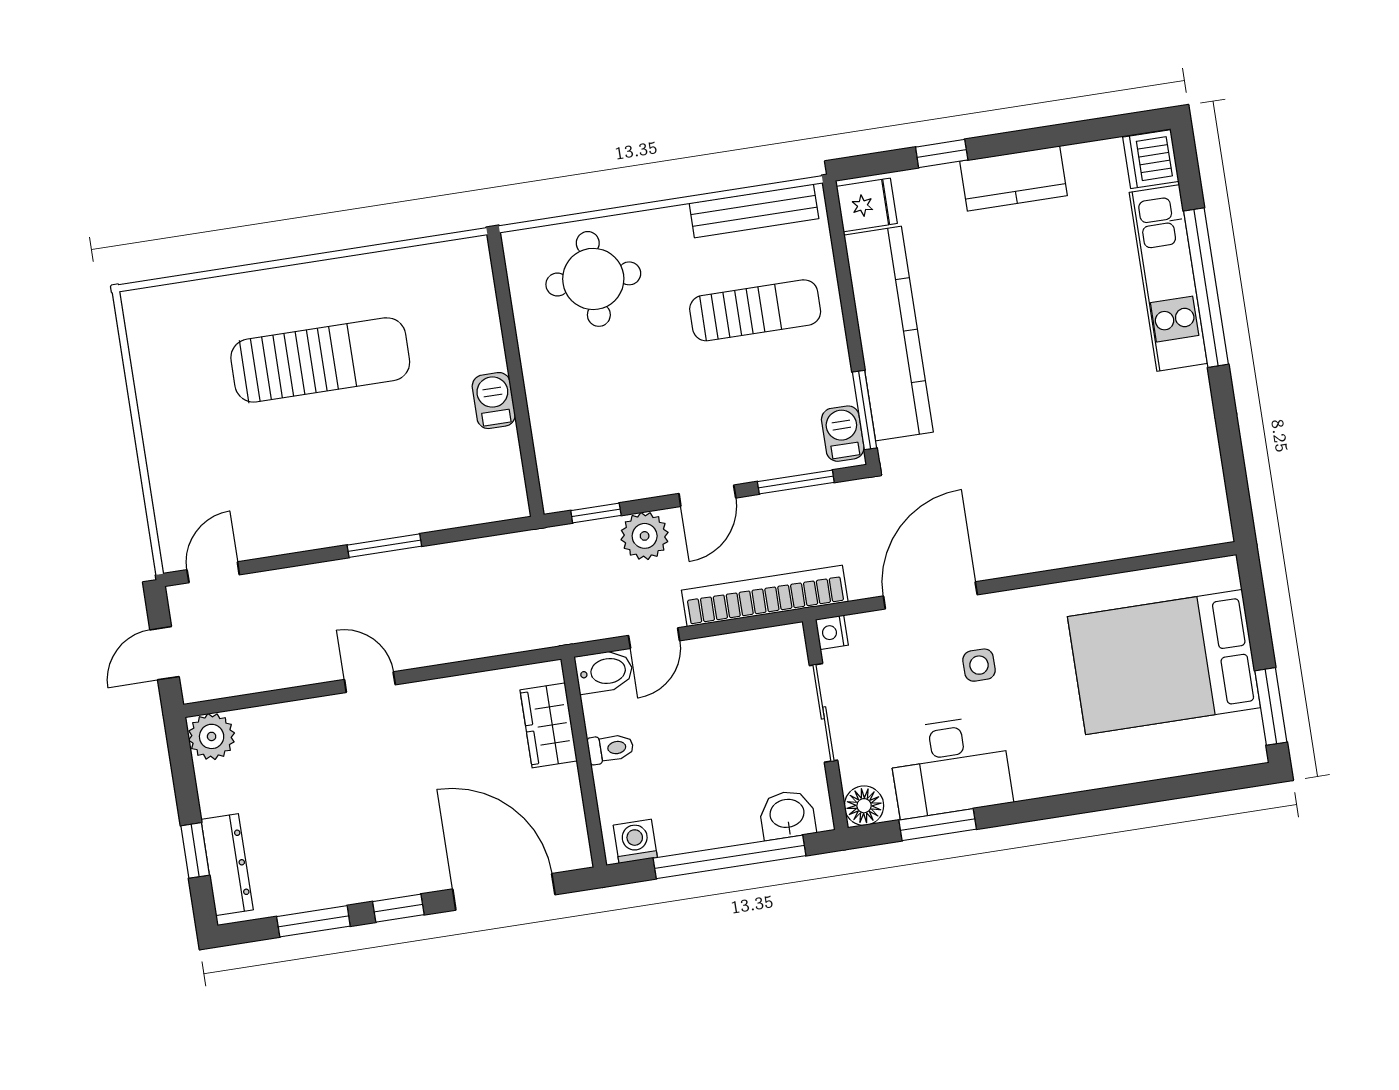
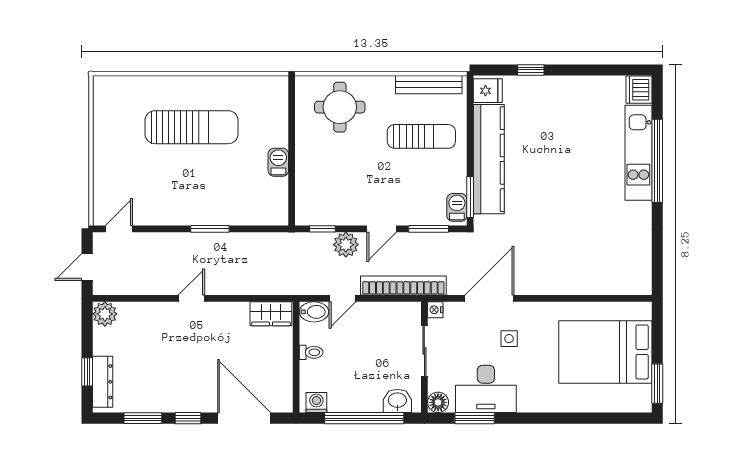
kitchen counter: (1013, 178) -> (566, 89), removed
door: (370, 682) -> (191, 298), hinge flipped
wardrobe: (549, 725) -> (271, 314), moved, turned -90

